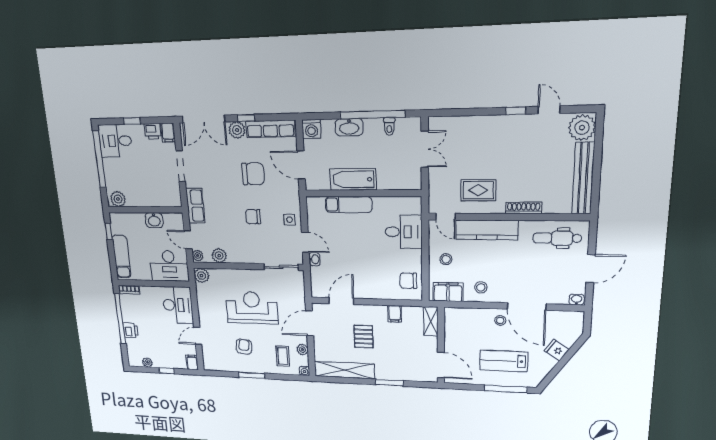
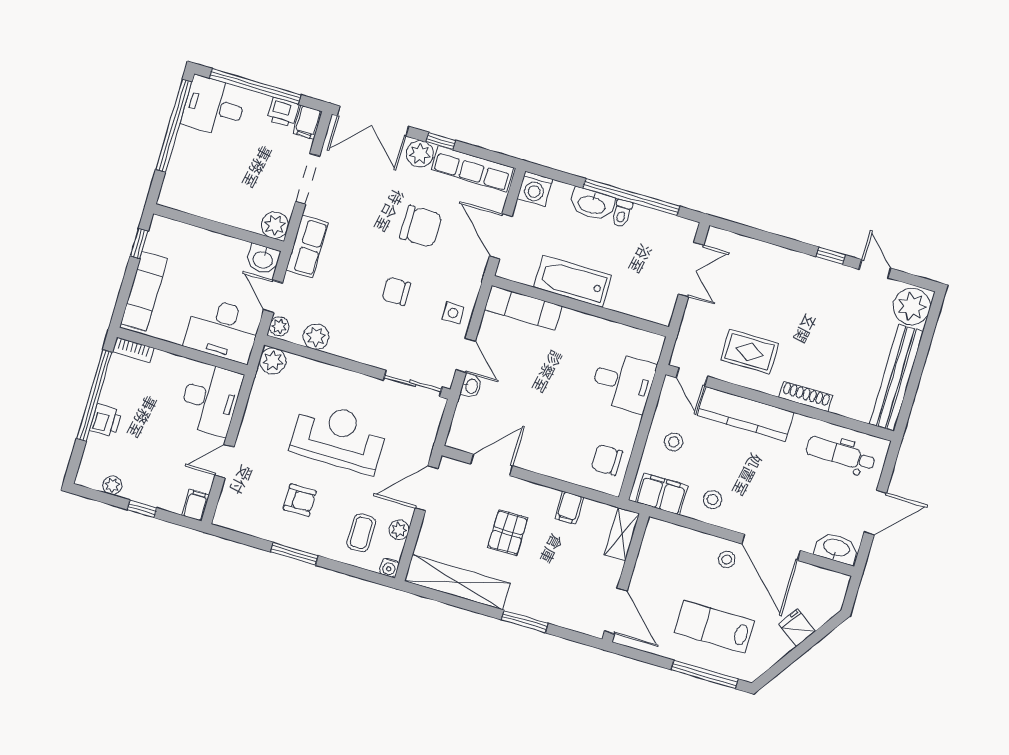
window: (132, 121) -> (255, 86), width x3.17
toilet: (389, 127) -> (622, 213), moved
plant: (118, 199) -> (275, 225), moved
exam couch: (349, 205) -> (523, 308), moved
washbasin: (154, 220) -> (263, 259), moved
washbasin: (577, 300) -> (836, 548), width x1.91, depth x1.45
armchair: (244, 347) -> (300, 500), turned 84

